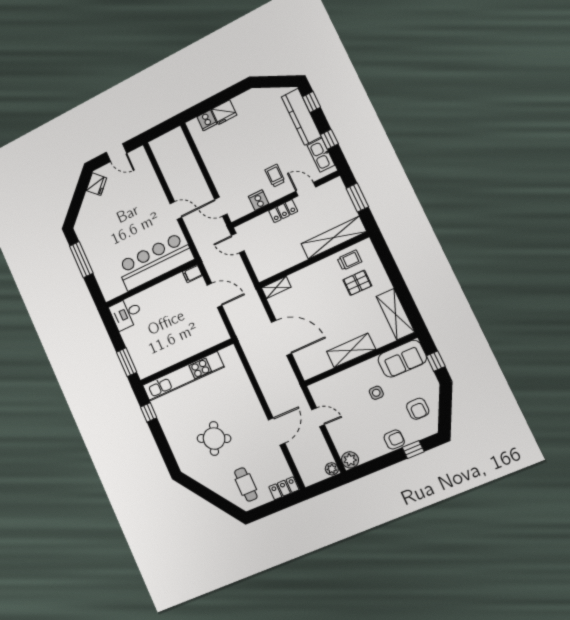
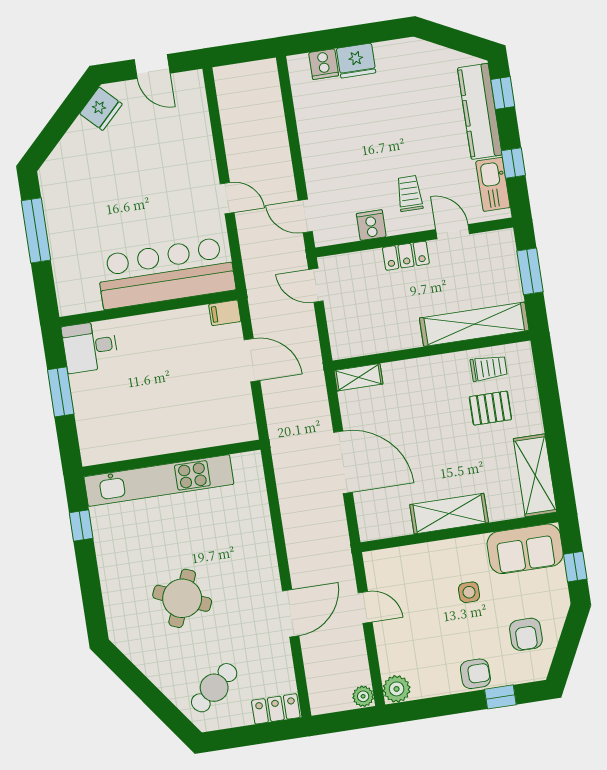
window: (127, 362) -> (61, 392), moved
cafe table: (246, 484) -> (214, 688), turned 50

